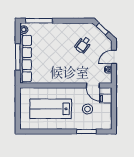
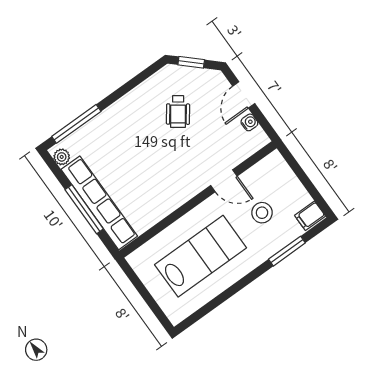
door: (93, 85) -> (224, 181), moved
filing cabinet: (106, 99) -> (310, 216), moved
lab bench: (51, 109) -> (201, 256), turned 180

